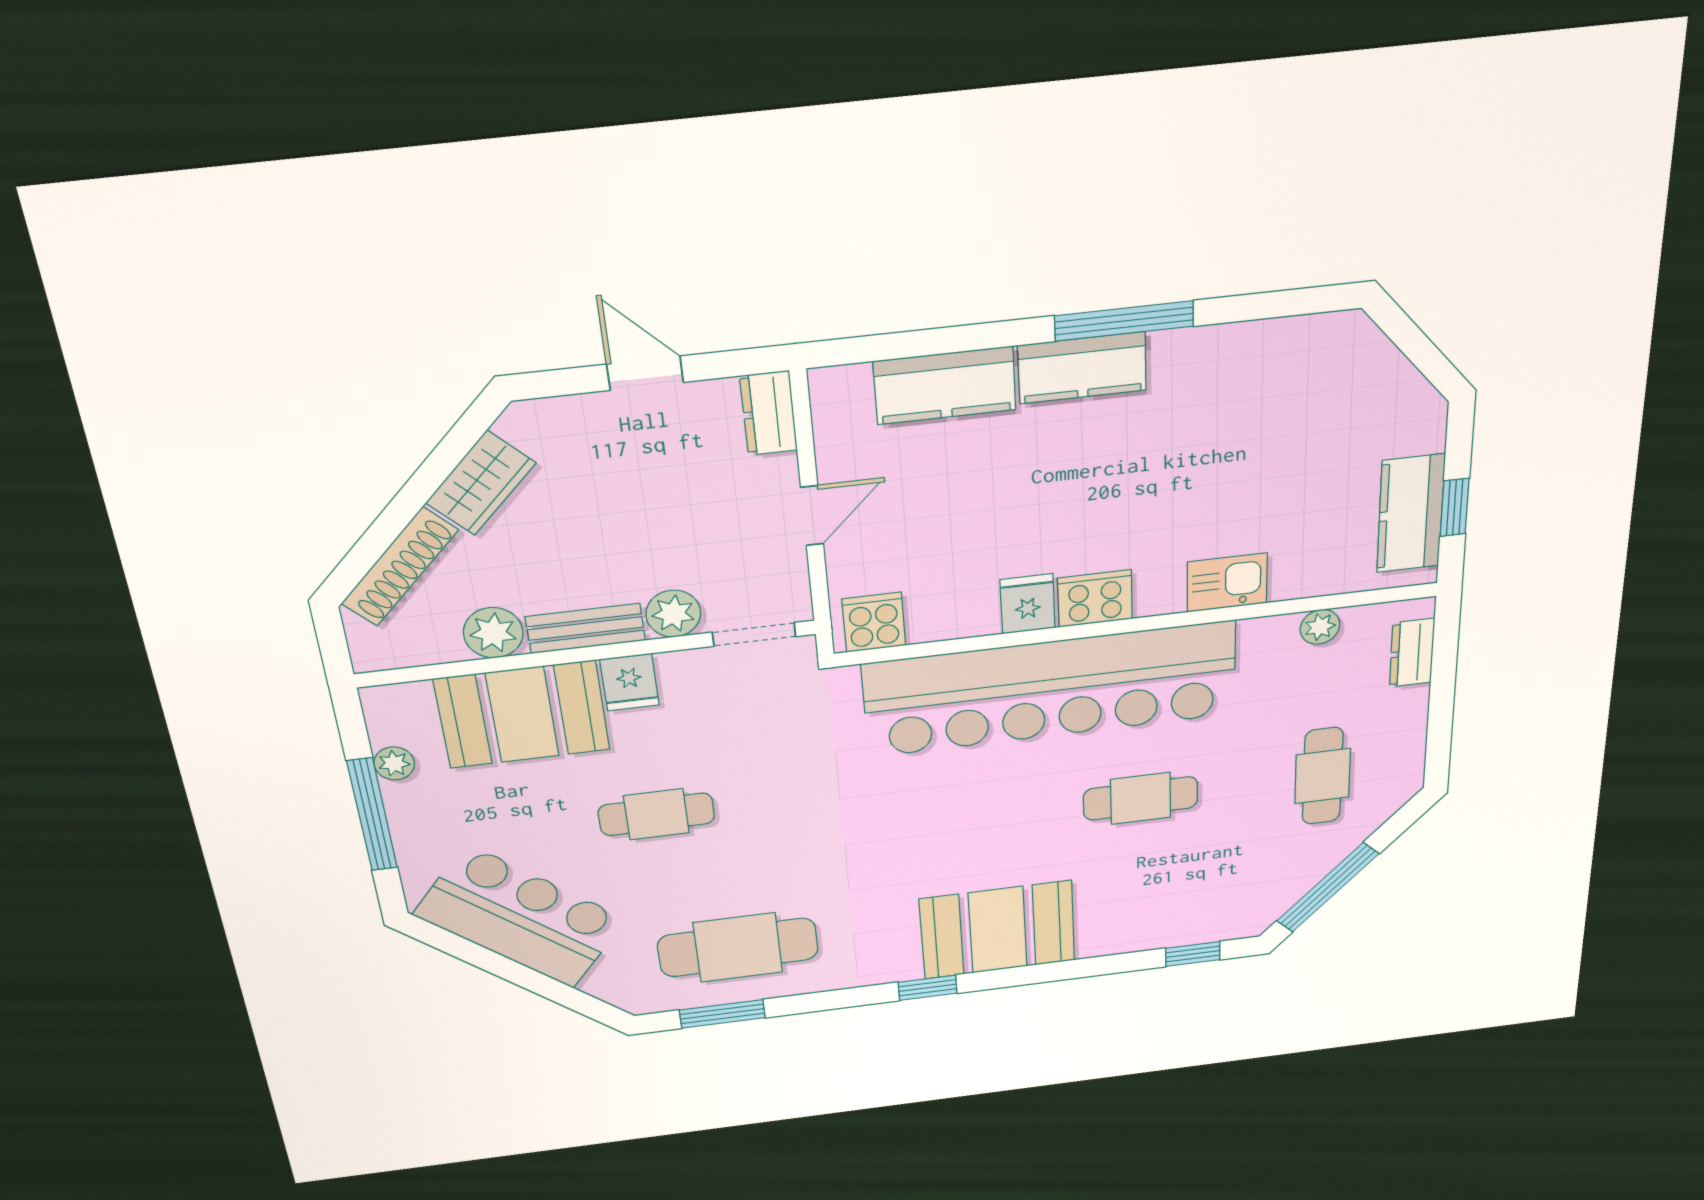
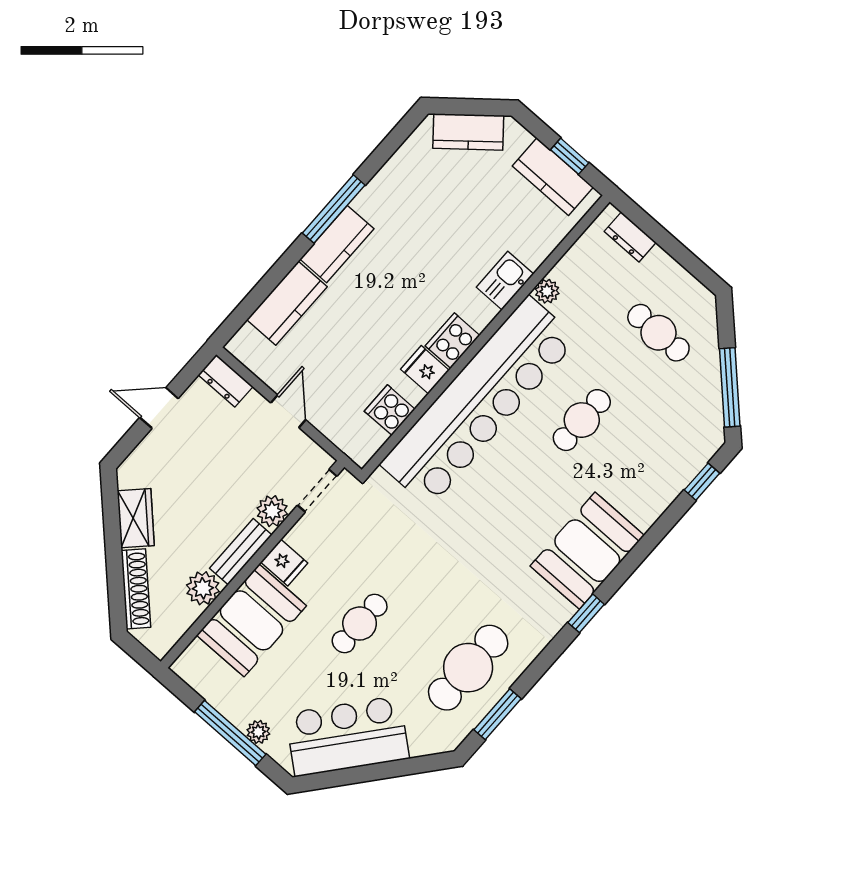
kitchen counter: (1381, 374) -> (468, 132), added
cooker: (874, 622) -> (390, 410), moved
plant: (1320, 627) -> (547, 291), moved
plant: (394, 763) -> (258, 732), moved

